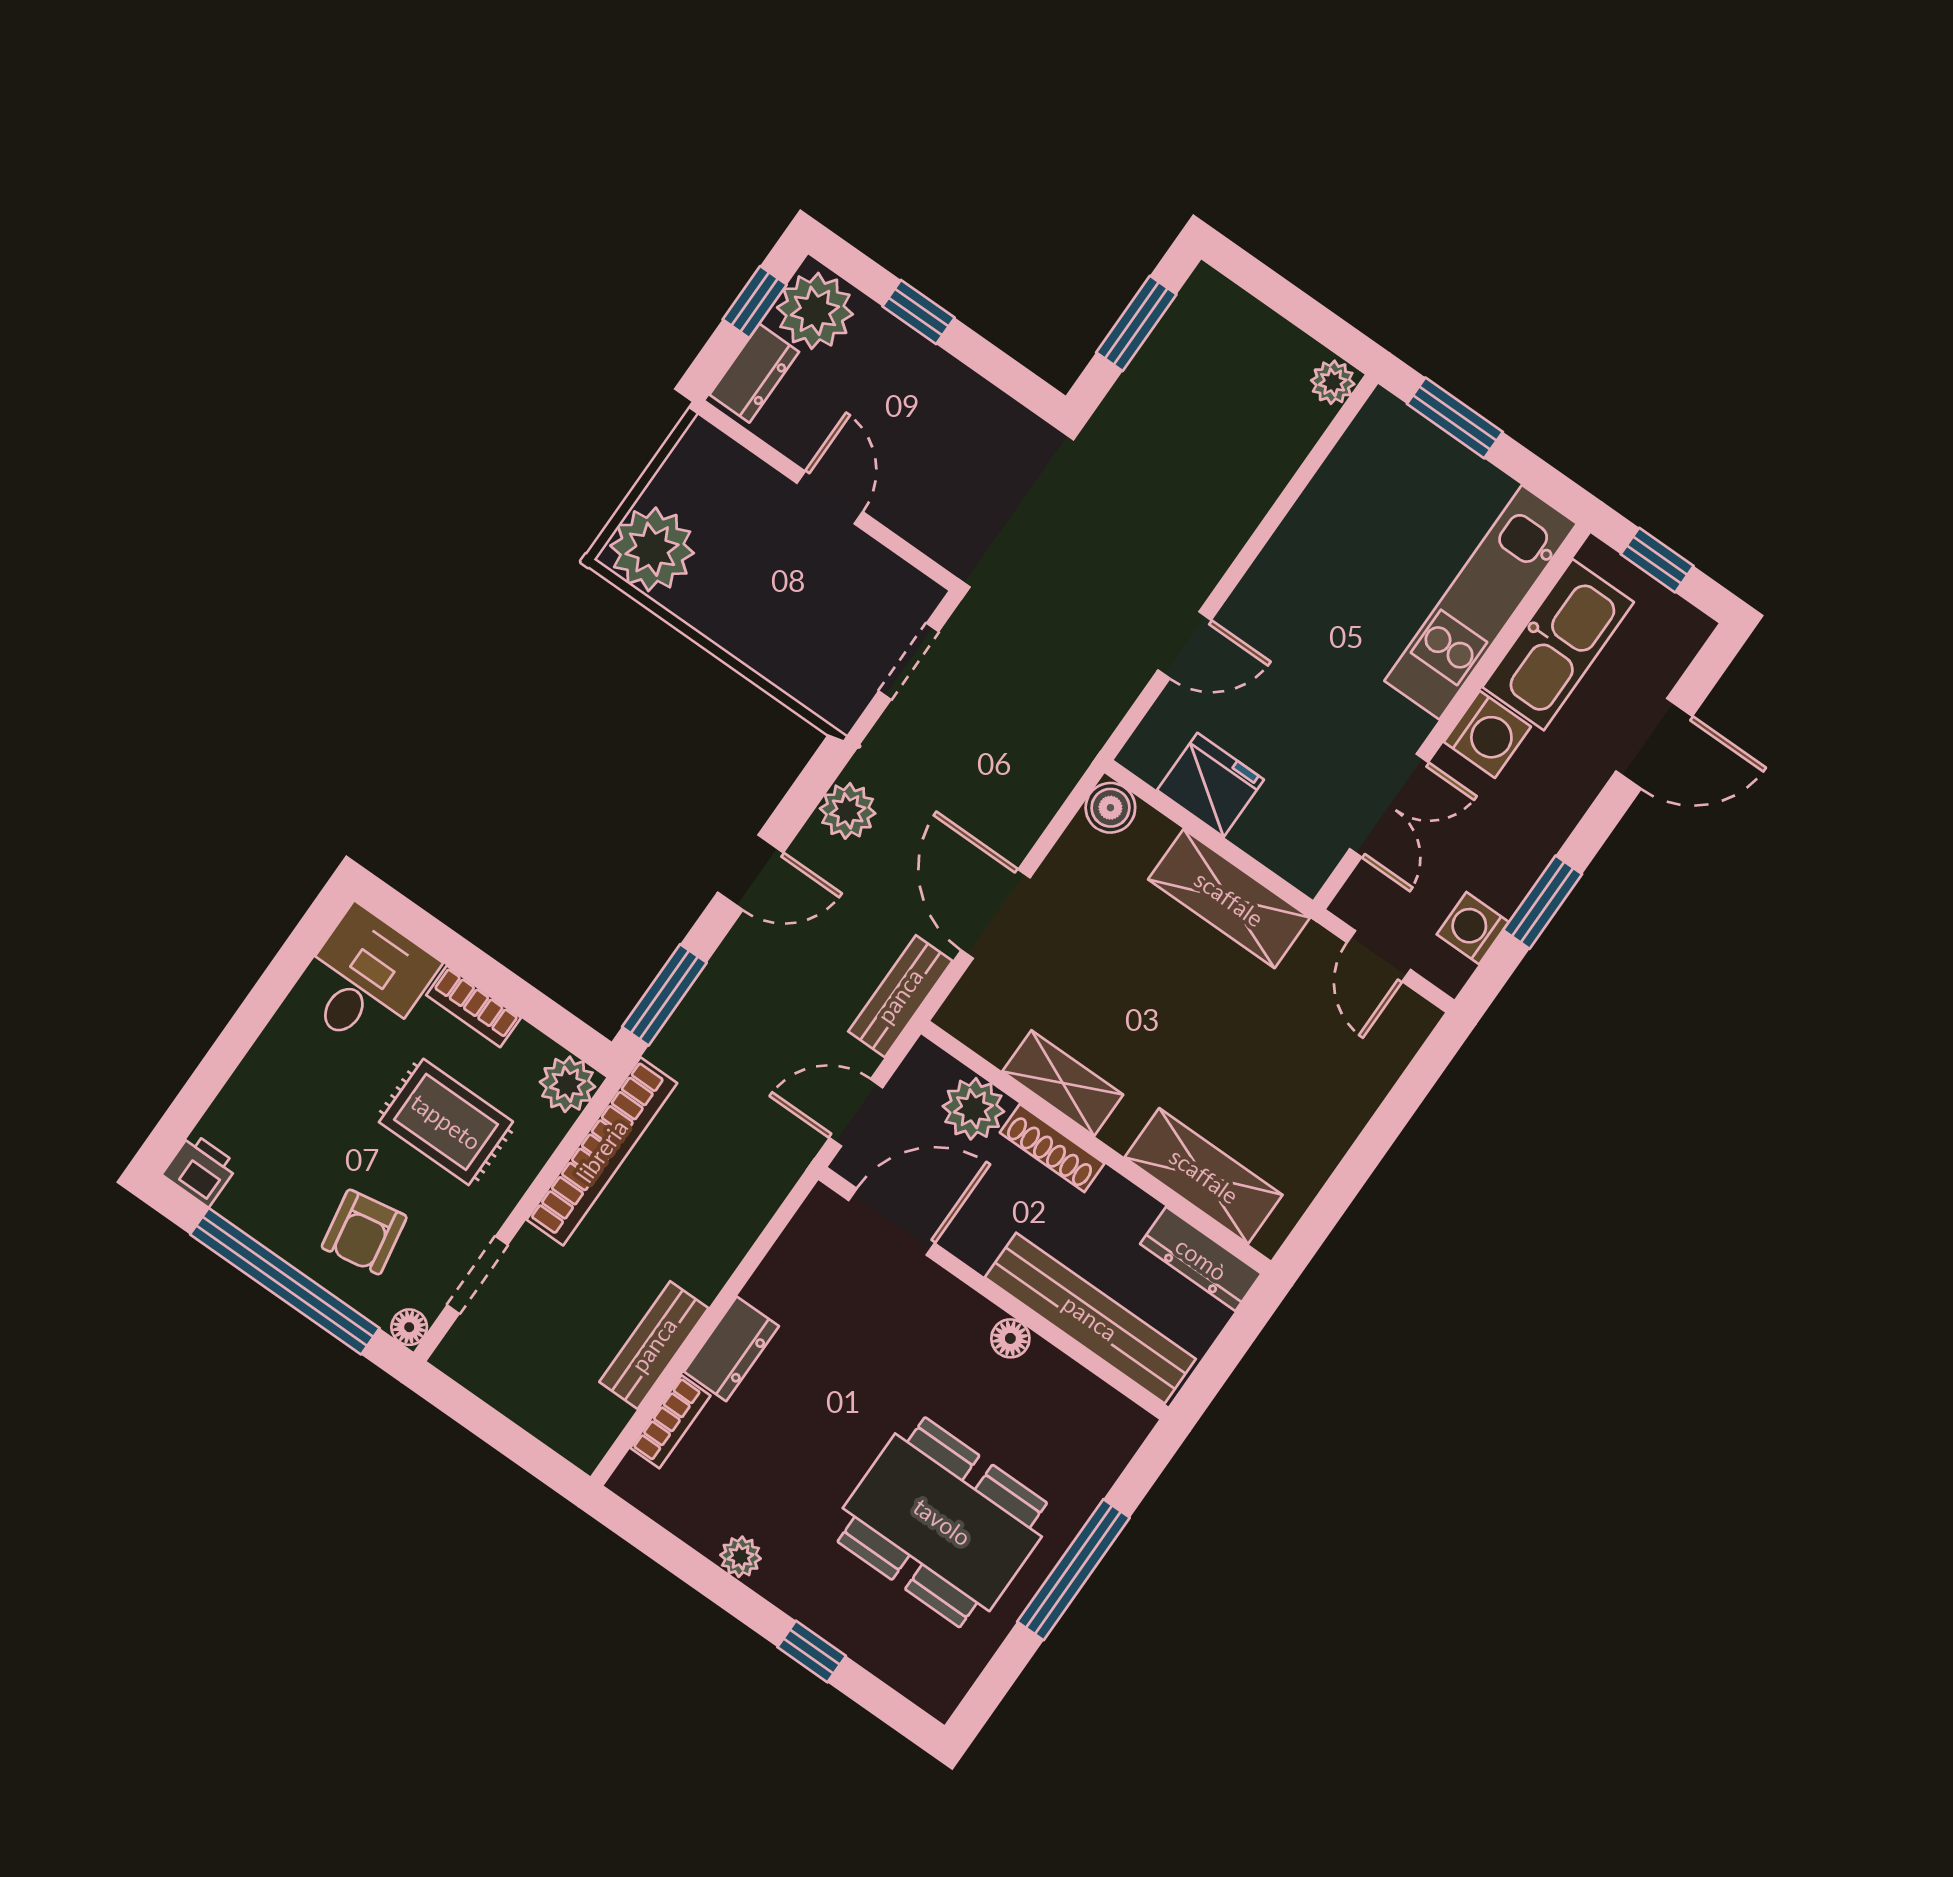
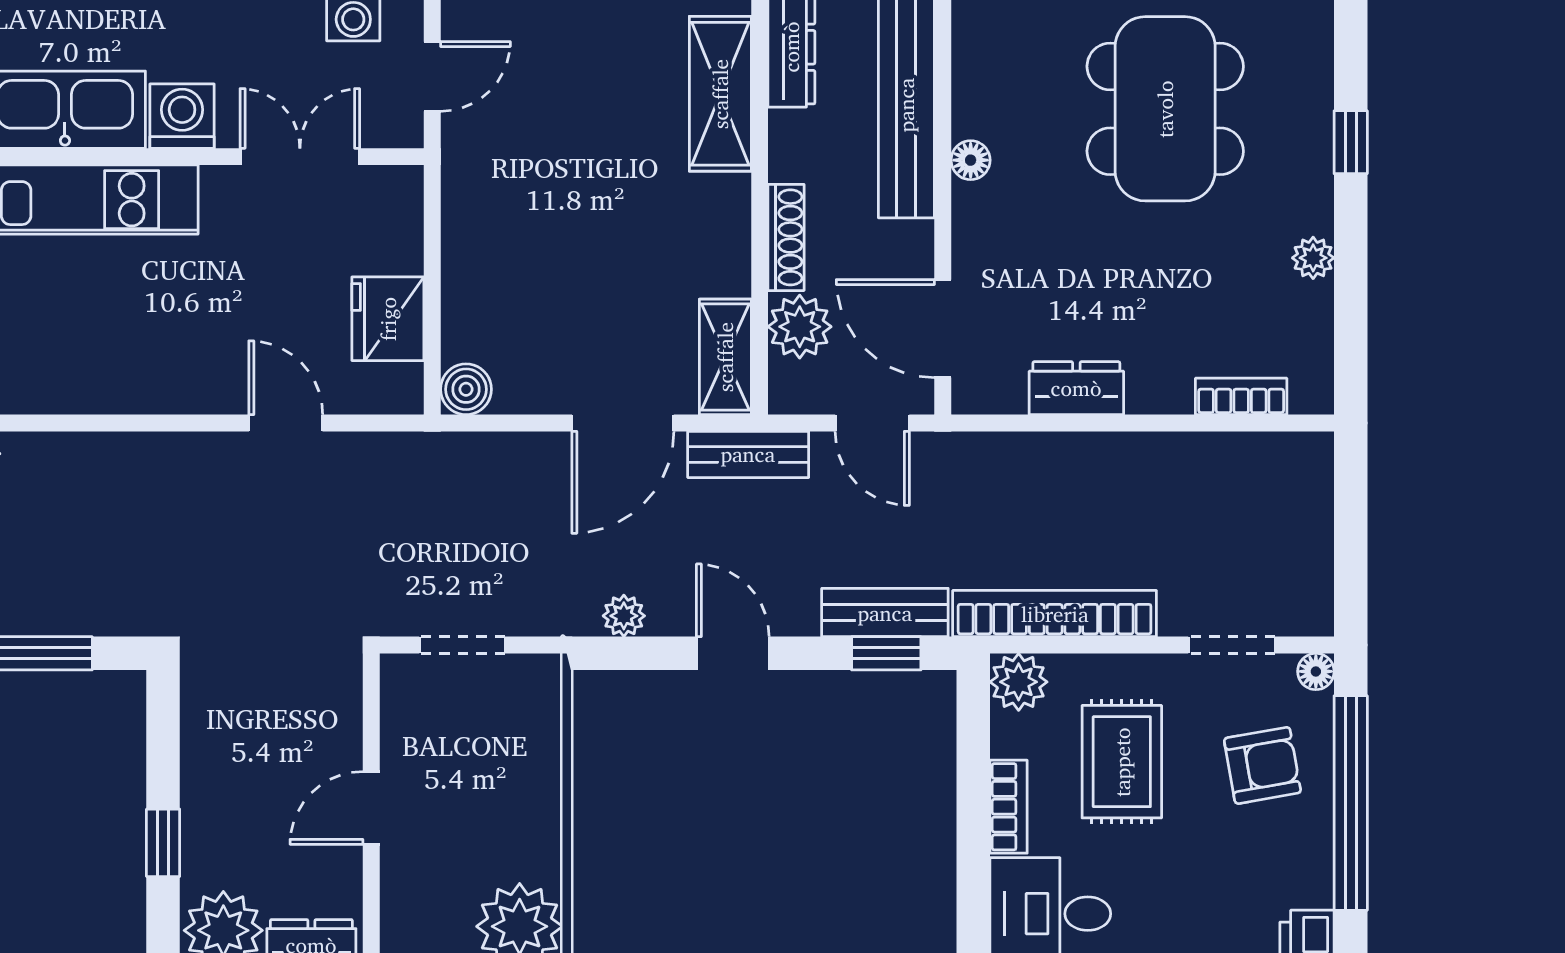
plant: (848, 811) -> (624, 616), width x0.73, depth x0.73
shelving: (1229, 899) -> (472, 236), removed
window: (664, 995) -> (886, 653), width x0.67
shelving: (1063, 1083) -> (725, 357), moved
bench: (654, 1345) -> (885, 613), moved
dresser: (731, 1349) -> (1076, 388), moved

